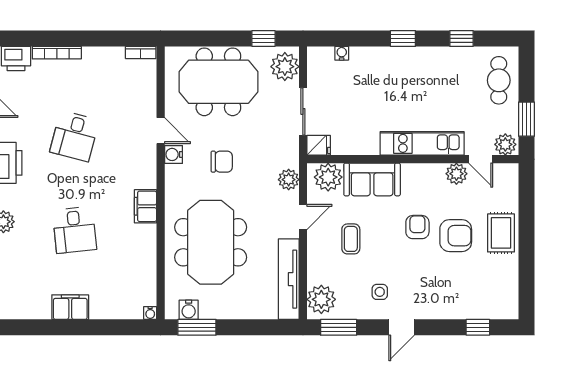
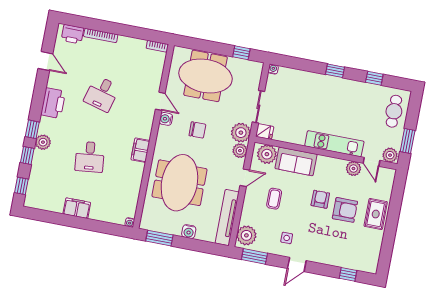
water cooler: (342, 53) -> (273, 69), moved
plant: (285, 67) -> (241, 133), moved
water cooler: (189, 310) -> (189, 232), moved

